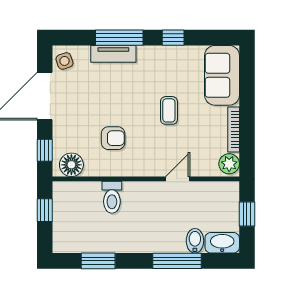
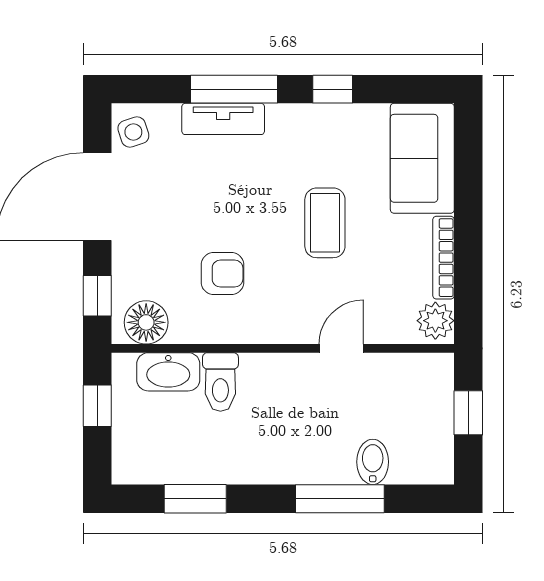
coffee table: (169, 110) -> (325, 223), width x1.36, depth x1.30
washbasin: (222, 243) -> (168, 372), moved, turned 180

